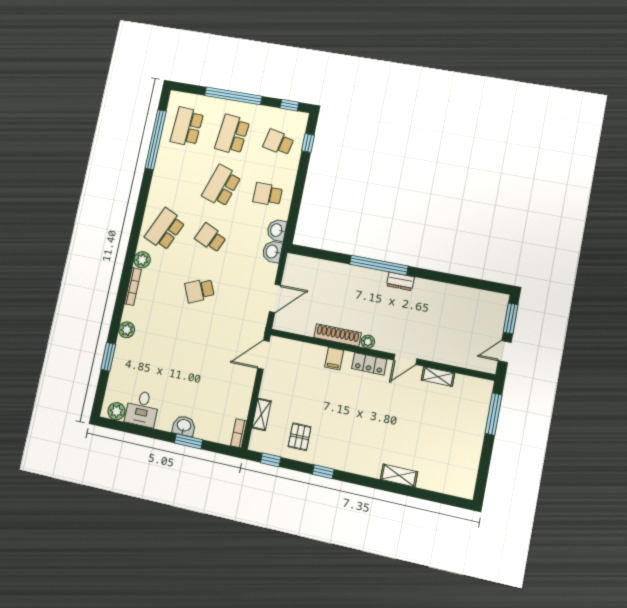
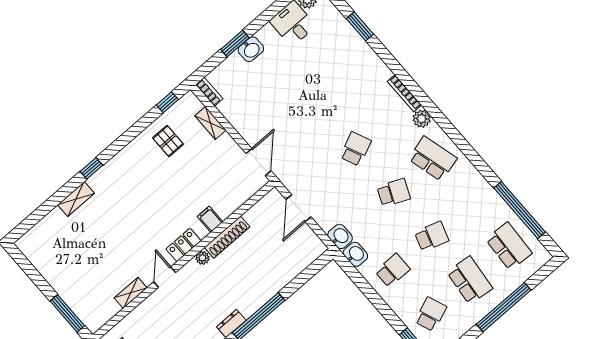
school desk: (278, 142) -> (431, 314), turned -33
school desk: (221, 186) -> (432, 236), width x0.54
school desk: (165, 229) -> (433, 159), turned -39
plant: (127, 330) -> (371, 60), removed
window: (323, 472) -> (91, 168), moved

